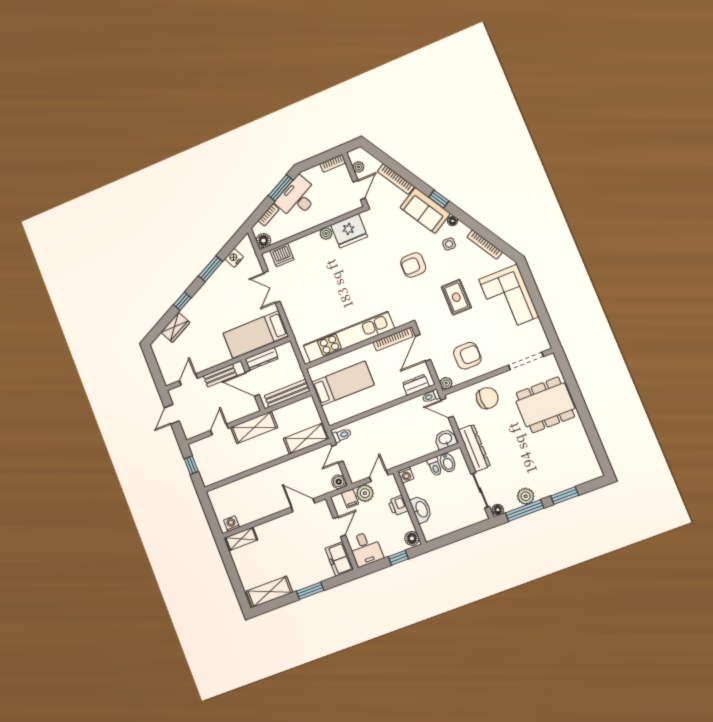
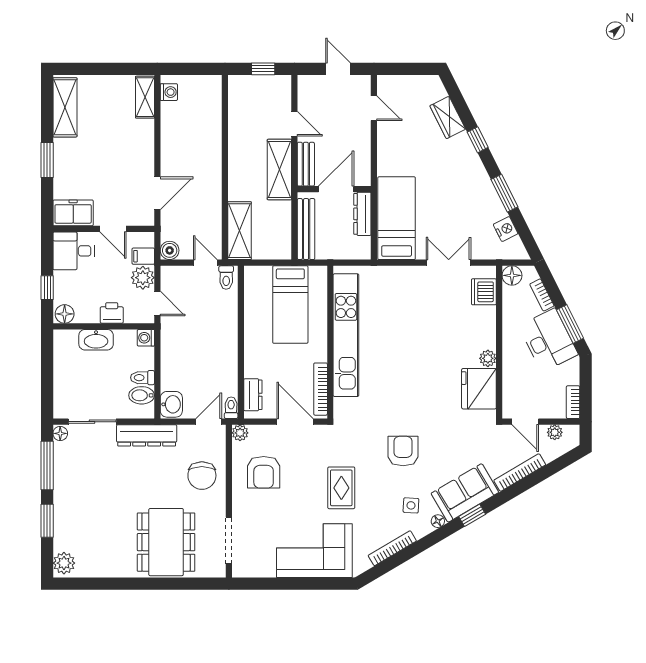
rug: (456, 297) -> (341, 488), turned 90
bench: (220, 376) -> (306, 164), moved
plant: (526, 496) -> (64, 563), moved

